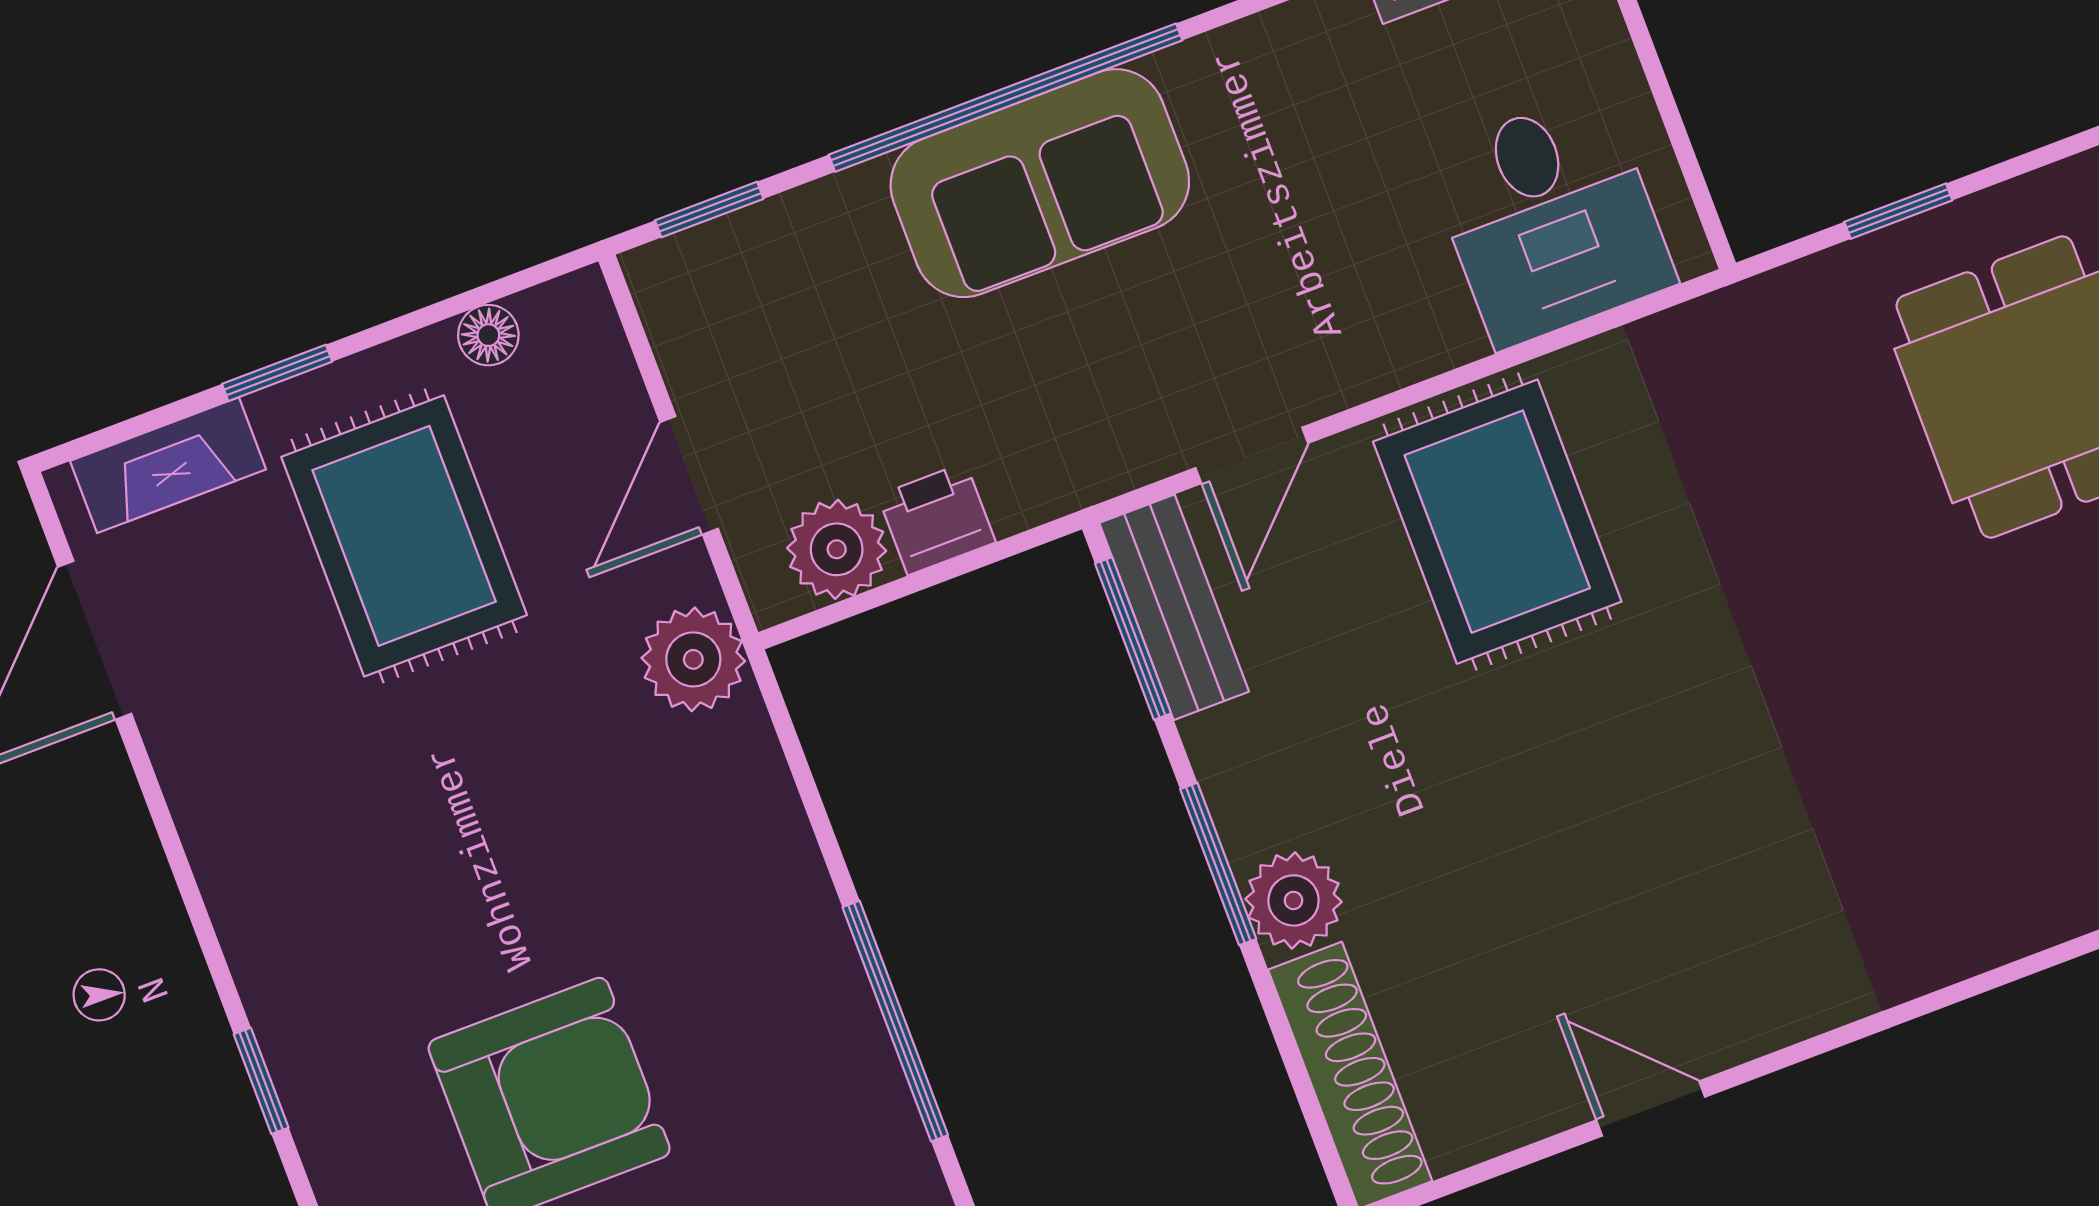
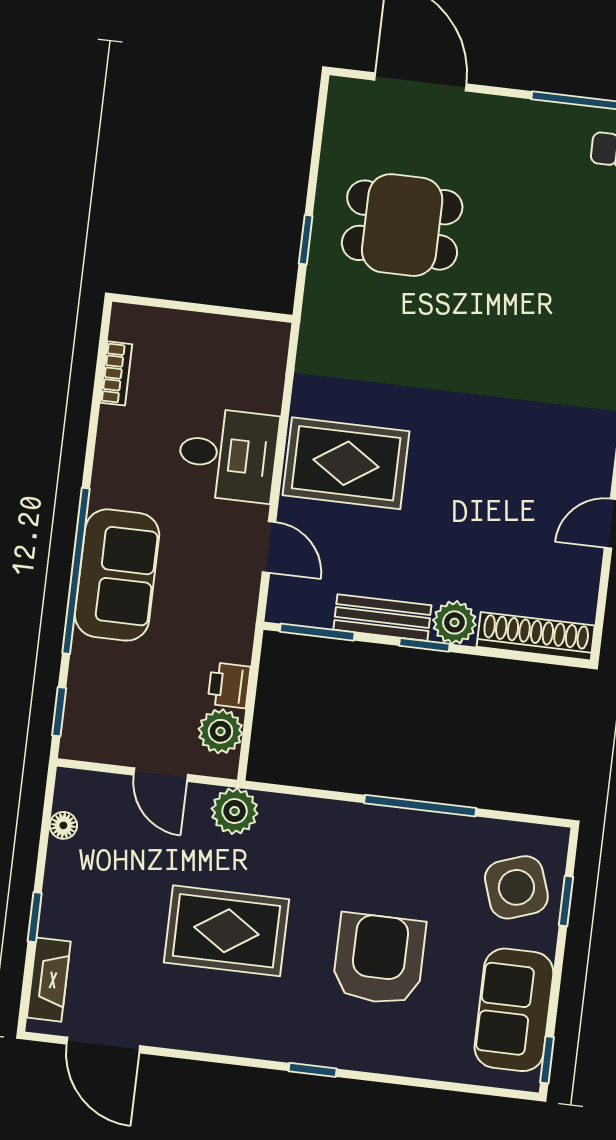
desk: (1550, 219) -> (228, 455), moved
rug: (404, 536) -> (226, 931), moved
bench: (1174, 607) -> (382, 618), moved
window: (1218, 864) -> (424, 645), width x0.67

